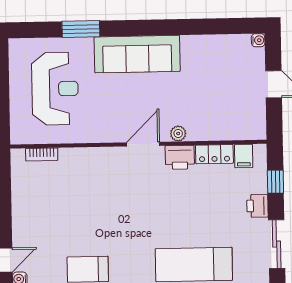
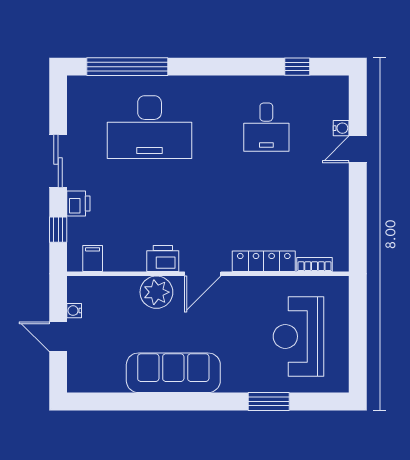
water cooler: (258, 40) -> (74, 311), moved
sofa: (137, 54) -> (173, 373), moved
plant: (178, 134) -> (156, 292), width x1.88, depth x1.88
locker: (214, 154) -> (264, 261), moved, width x1.53

